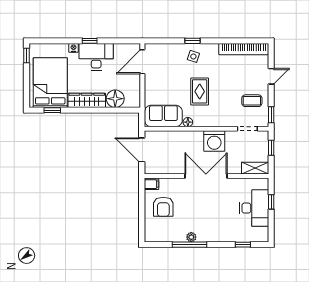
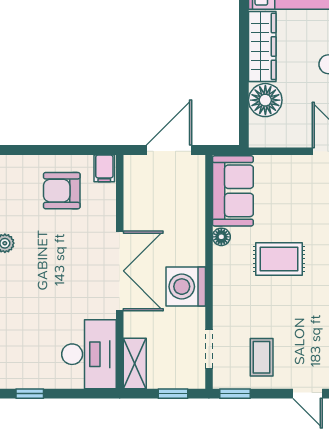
window: (271, 202) -> (30, 394), moved
desk: (254, 208) -> (89, 354), moved, turned -90

